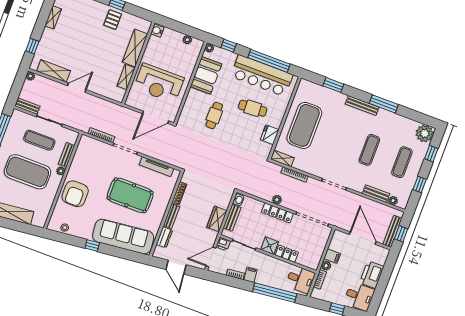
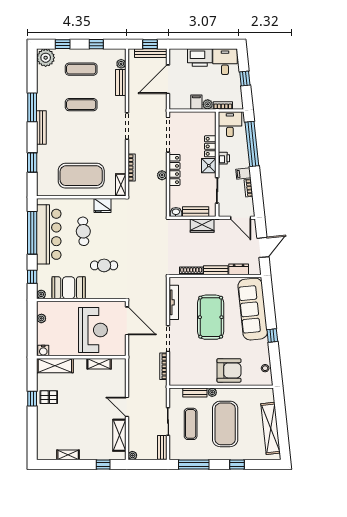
shelving: (135, 48) -> (55, 366), moved
printer: (223, 244) -> (224, 158), moved

